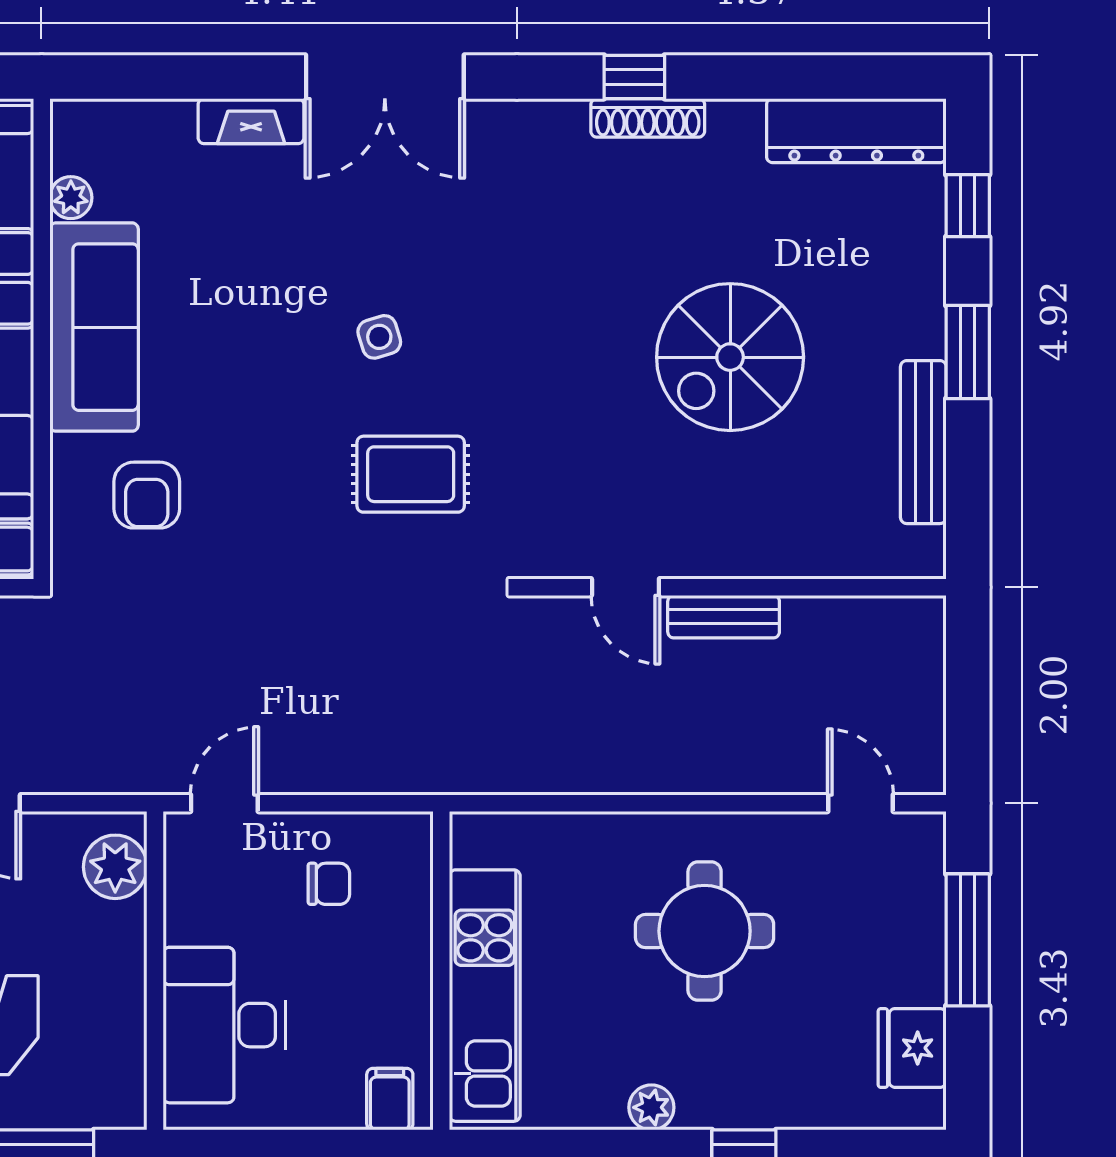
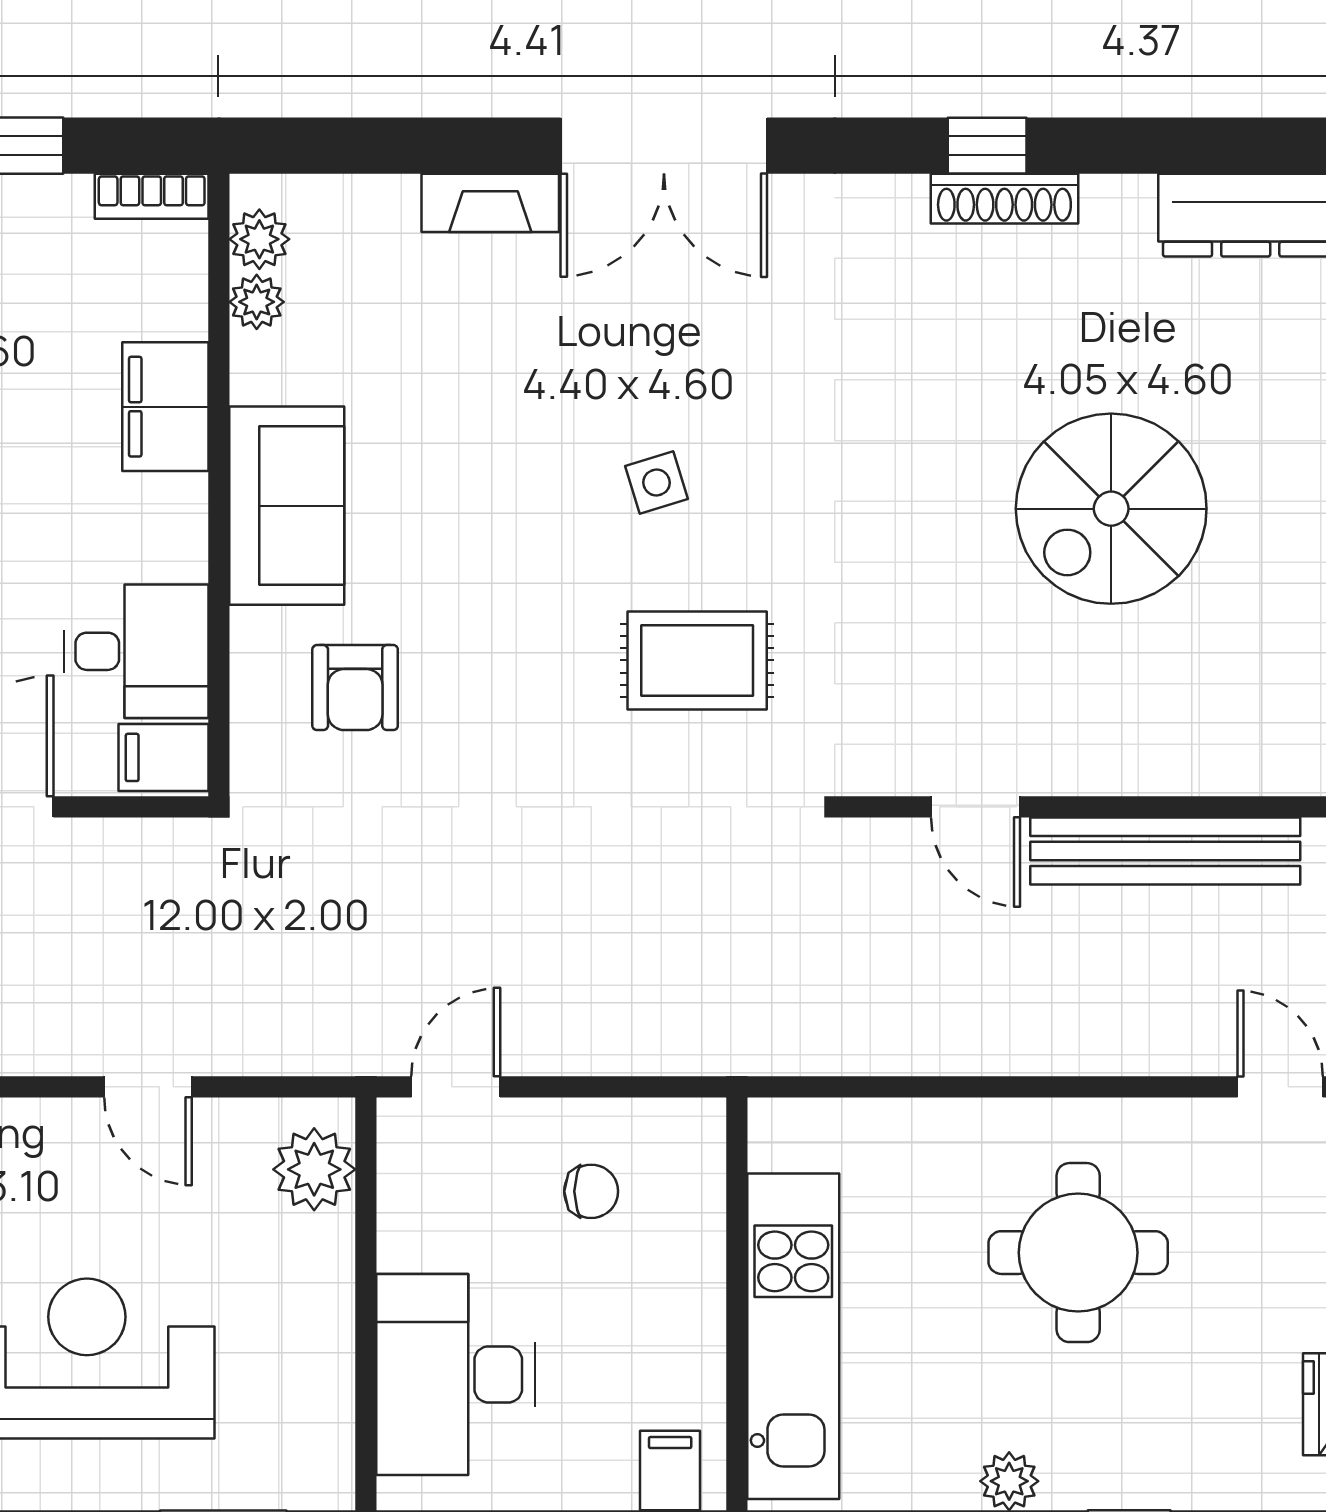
plant: (73, 149) -> (259, 239), added
sofa: (94, 327) -> (287, 506), width x0.73
bench: (724, 617) -> (1165, 851), width x1.86, depth x1.21

